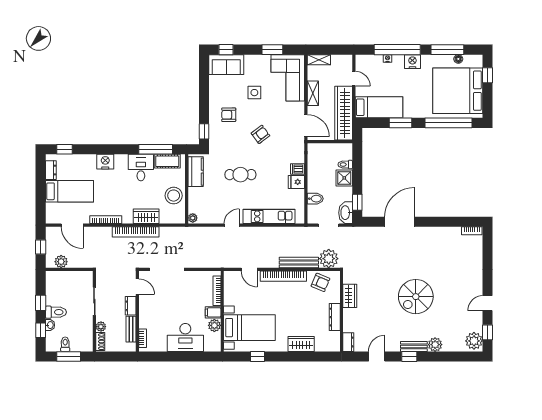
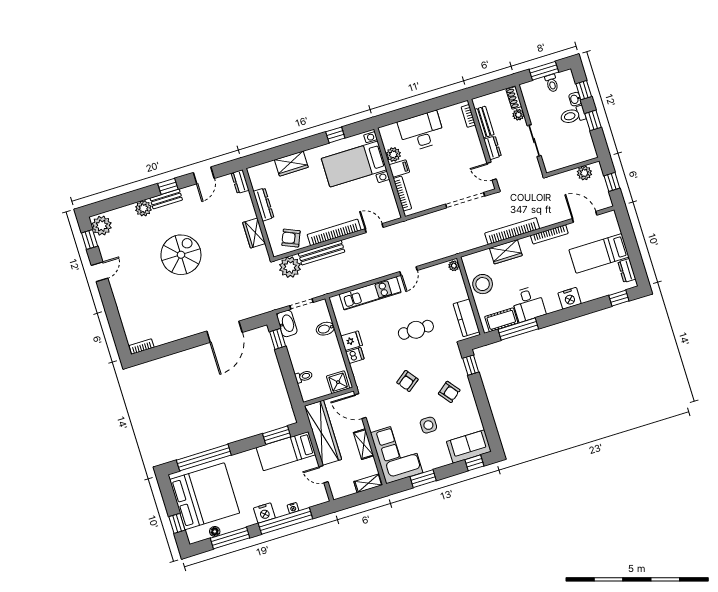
armchair: (229, 115) -> (449, 392), turned 52
window: (401, 123) -> (277, 435), moved
shower: (344, 178) -> (338, 382), moved

